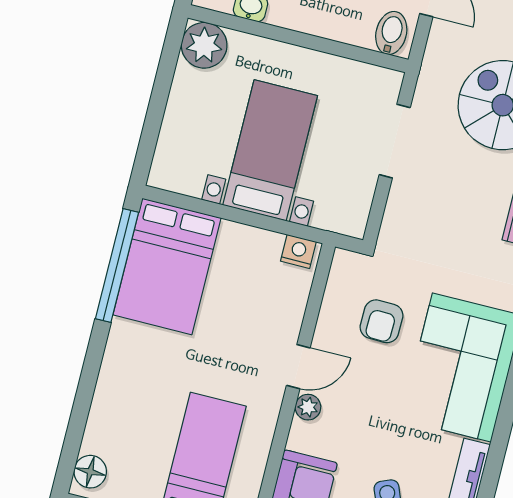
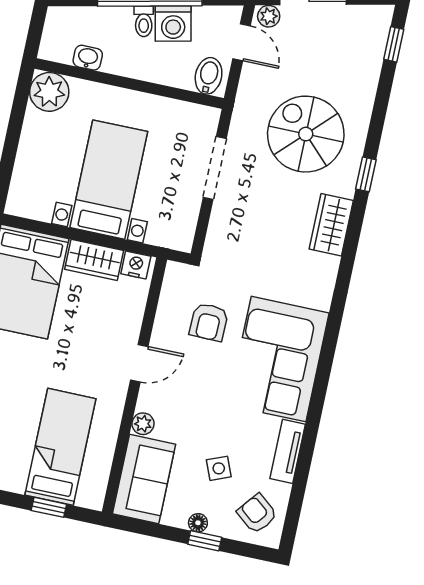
wardrobe: (250, 244) -> (94, 260), added
plant: (308, 407) -> (143, 424), moved

